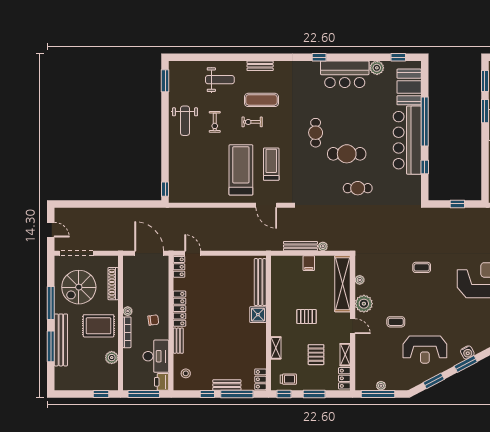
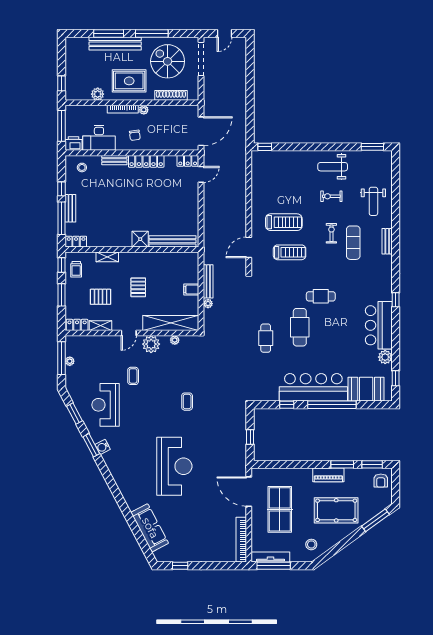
treadmill: (241, 170) -> (284, 222), width x0.73, depth x0.73
rug: (99, 326) -> (129, 81), turned 90

